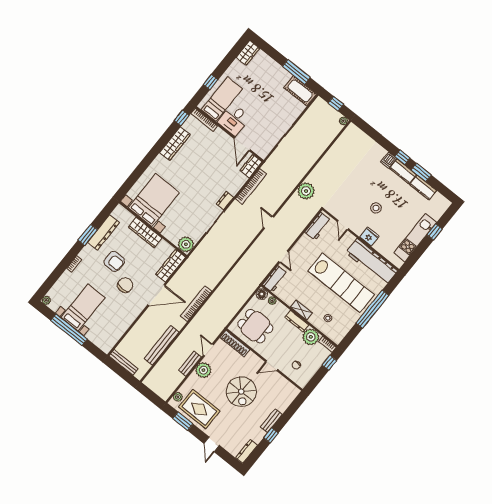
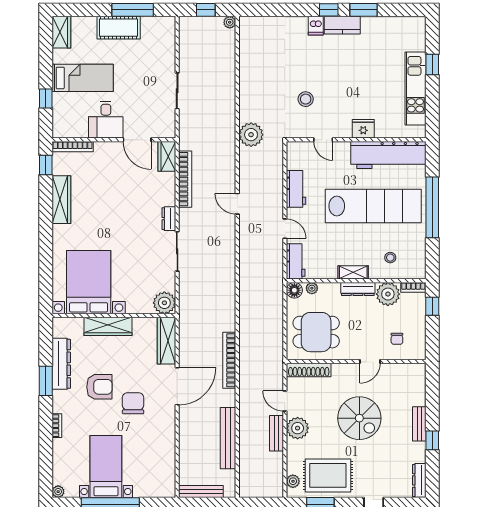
cot: (300, 91) -> (119, 28), moved
bed: (222, 99) -> (83, 78), moved, turned 90
kitchen counter: (423, 188) -> (379, 25), removed
stool: (376, 208) -> (306, 99), moved
workbench: (318, 226) -> (296, 189), moved

